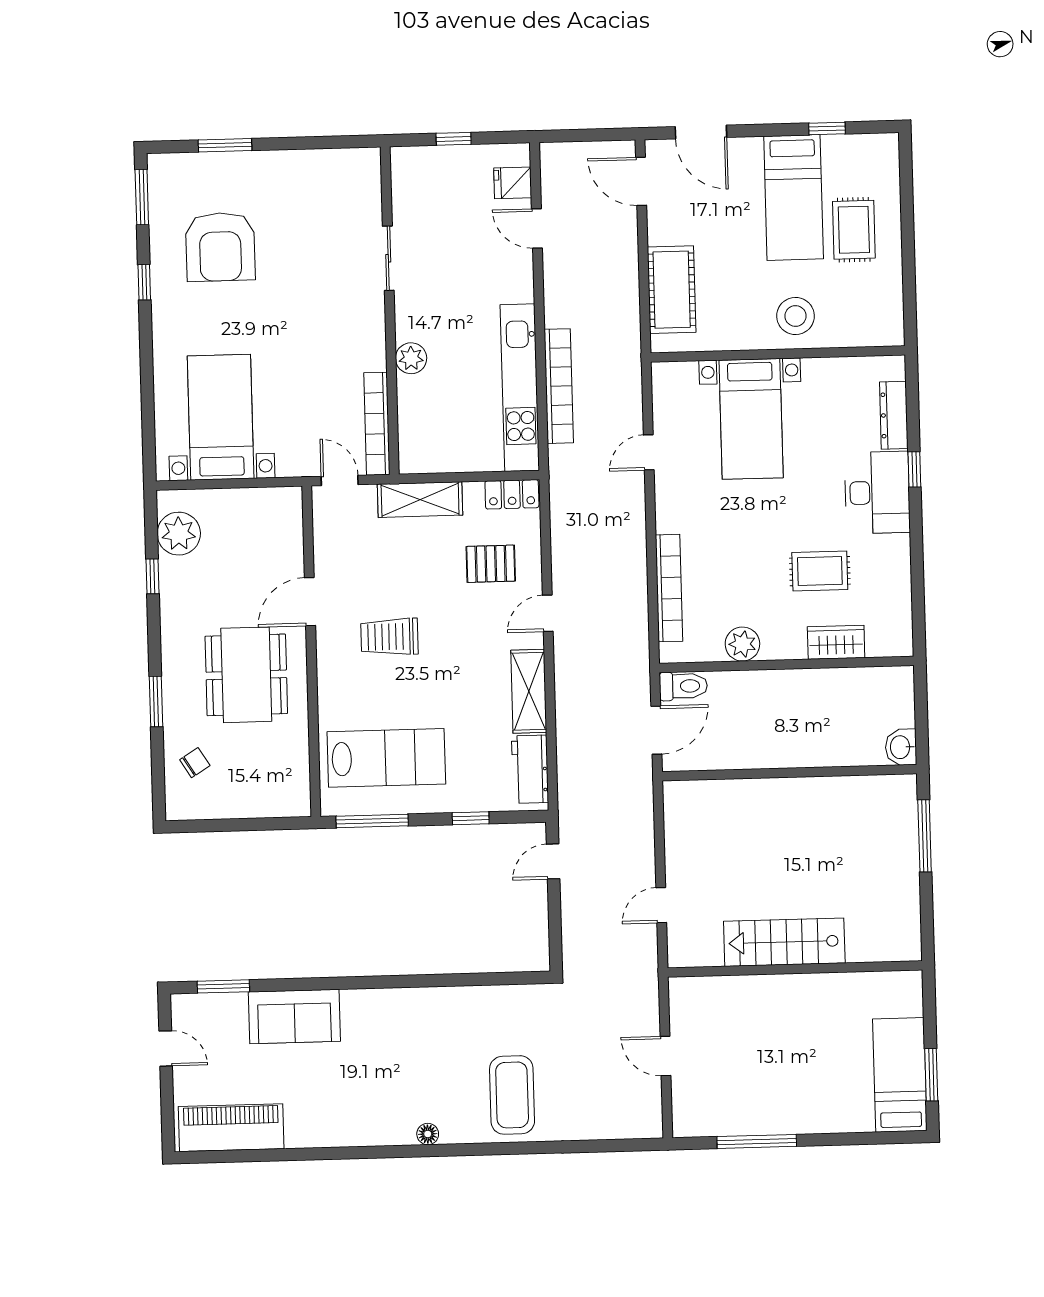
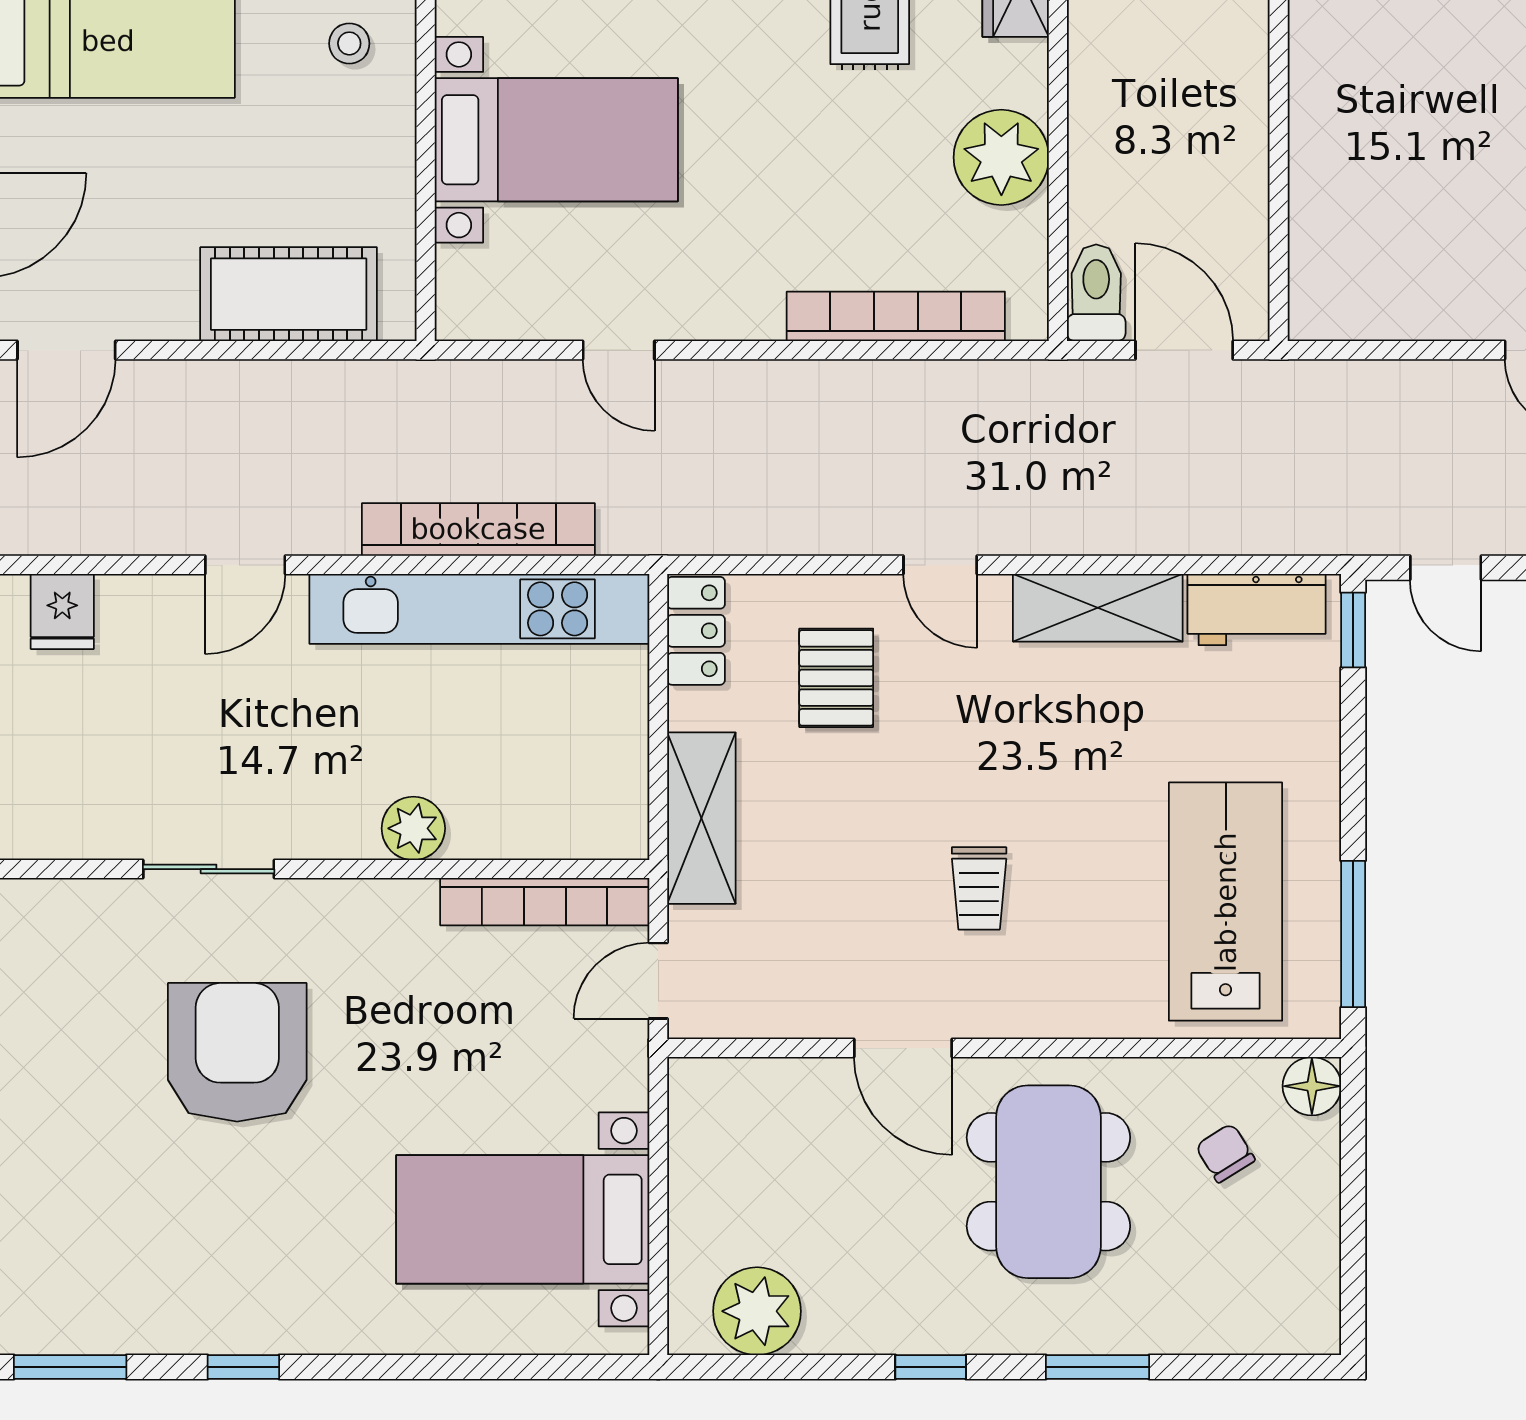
door: (537, 228) -> (245, 565), moved
armchair: (220, 247) -> (237, 1052), moved, turned -90
stool: (796, 316) -> (349, 43), width x0.53, depth x0.53
window: (152, 576) -> (931, 1367), moved
trolley: (389, 637) -> (979, 888), width x0.73, depth x0.72
plant: (742, 644) -> (1001, 157), width x1.36, depth x1.36
dining table: (246, 675) -> (1048, 1182), turned 90
chair: (195, 763) -> (1225, 1153), moved
floor lamp: (297, 803) -> (1312, 1086), added
window: (471, 818) -> (1353, 630), moved

